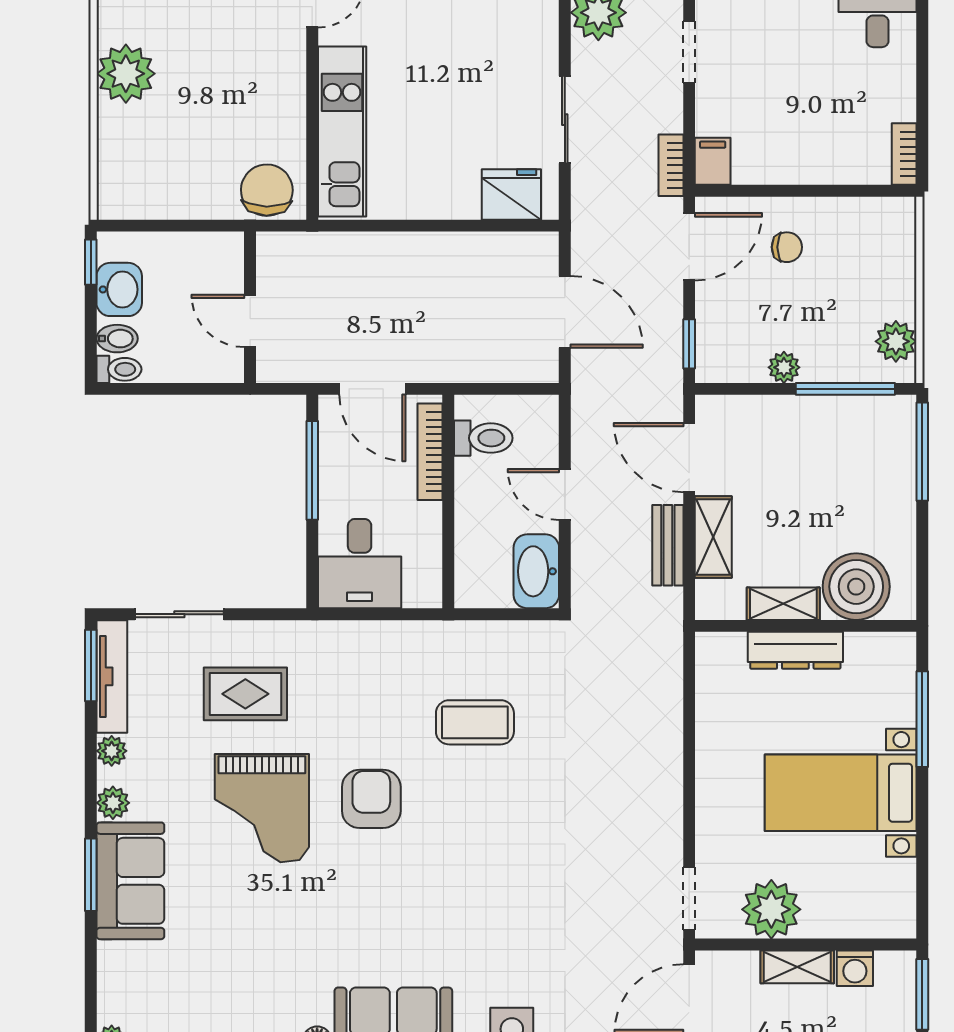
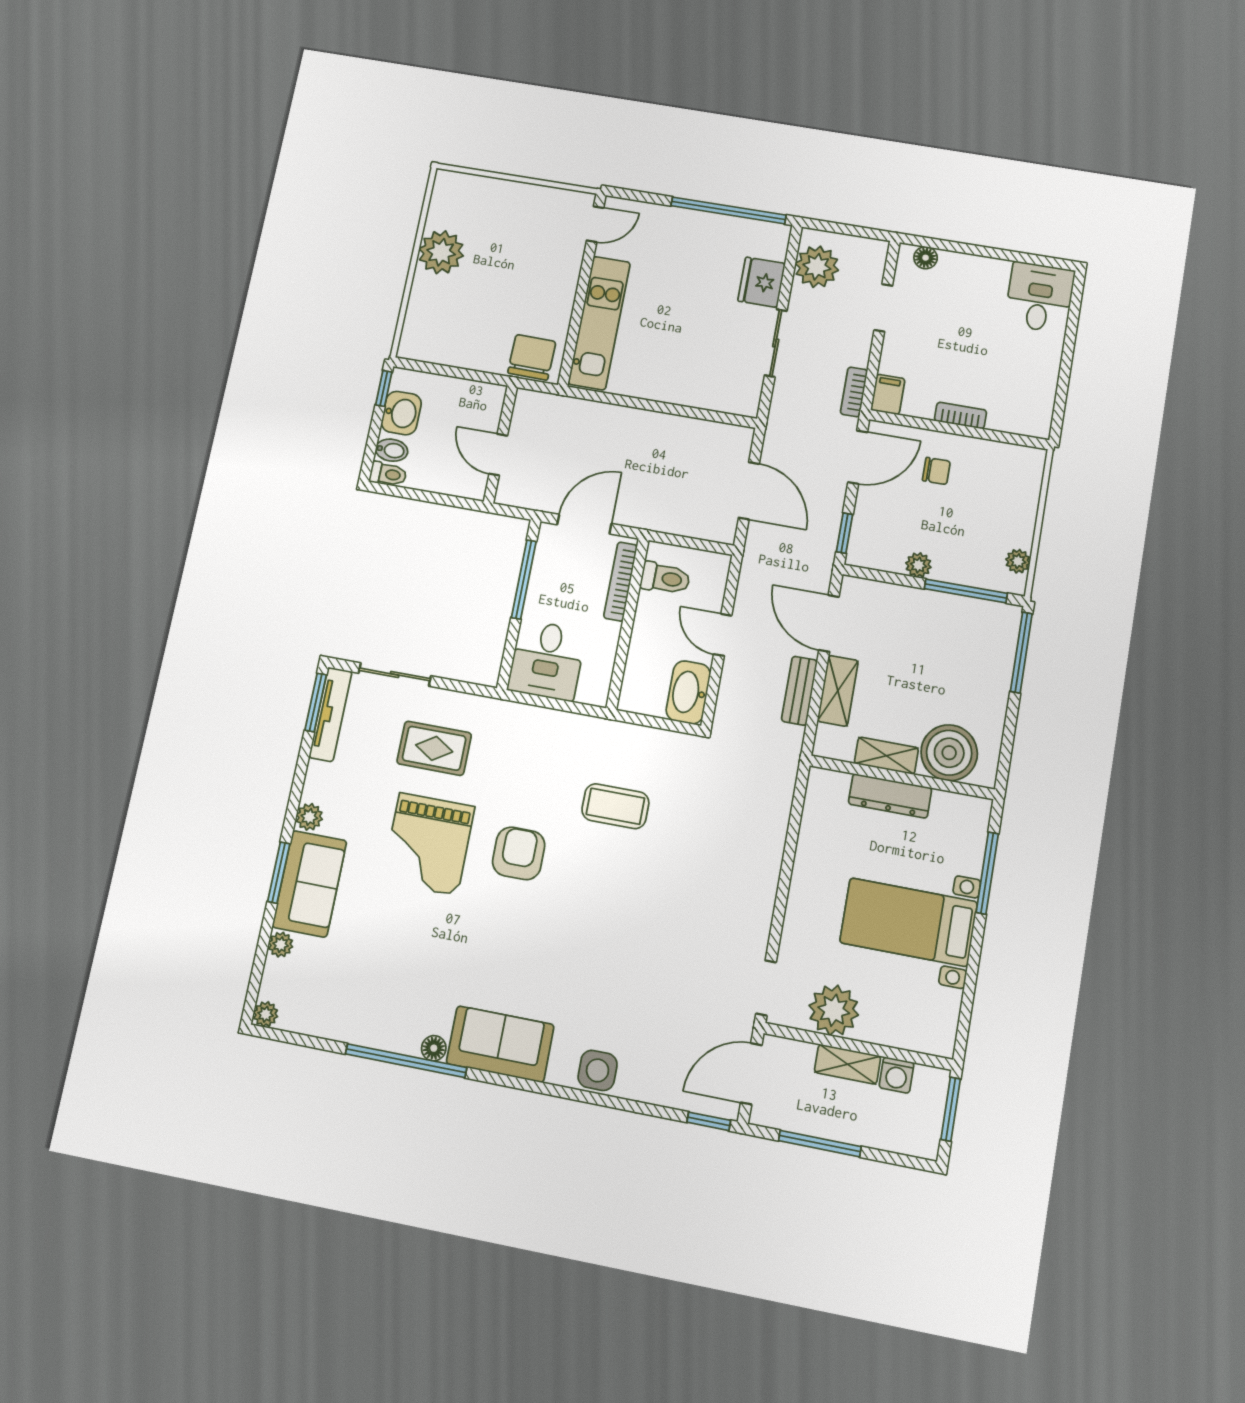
bookcase: (904, 154) -> (960, 416), moved, turned 90
fridge: (511, 194) -> (762, 282), moved, turned -90
plant: (896, 341) -> (1018, 561), width x0.73, depth x0.73
door: (372, 389) -> (584, 524), swing flipped
plant: (112, 751) -> (281, 945), moved

